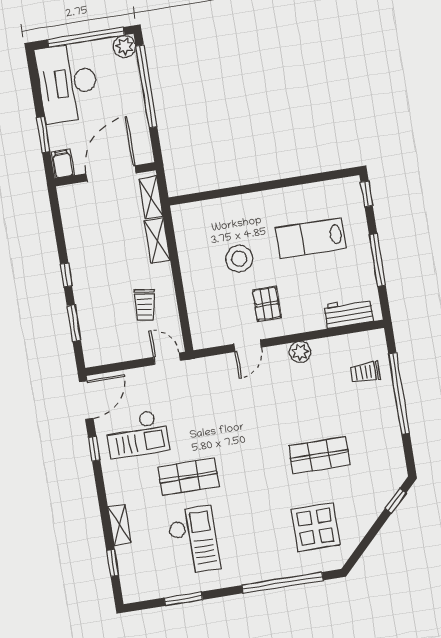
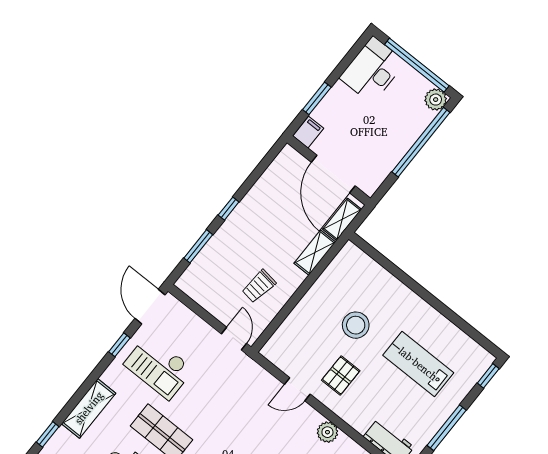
desk: (68, 83) -> (372, 70), width x0.73, depth x0.77
door: (111, 173) -> (333, 174), swing flipped
door: (86, 400) -> (150, 307), swing flipped
shelving: (120, 525) -> (89, 408), width x1.50, depth x1.33

